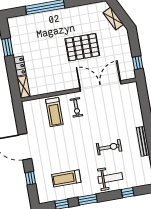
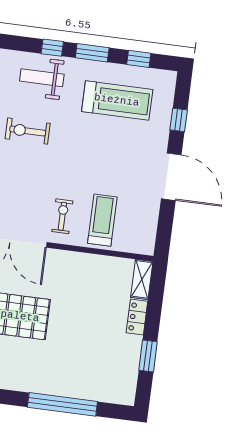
treadmill: (66, 178) -> (117, 100), width x1.37, depth x1.38
window: (128, 193) -> (52, 48), moved

